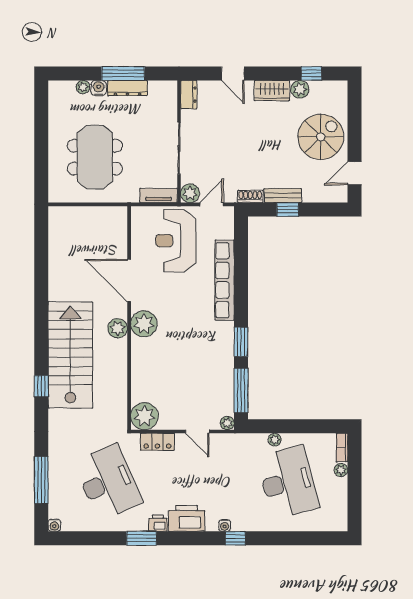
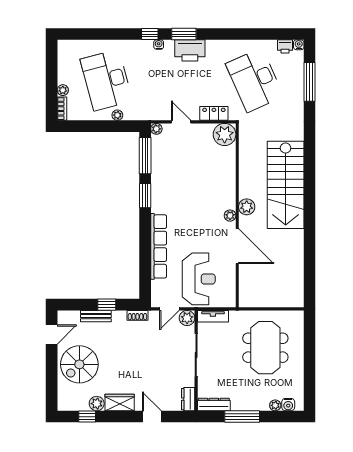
water cooler: (99, 88) -> (288, 405), moved
dresser: (127, 88) -> (214, 405), moved
bench: (283, 195) -> (96, 316), moved
plant: (144, 324) -> (230, 216), width x0.53, depth x0.53
window: (41, 386) -> (309, 159), removed
printer: (158, 523) -> (285, 46), moved
window: (141, 538) -> (184, 34), moved

